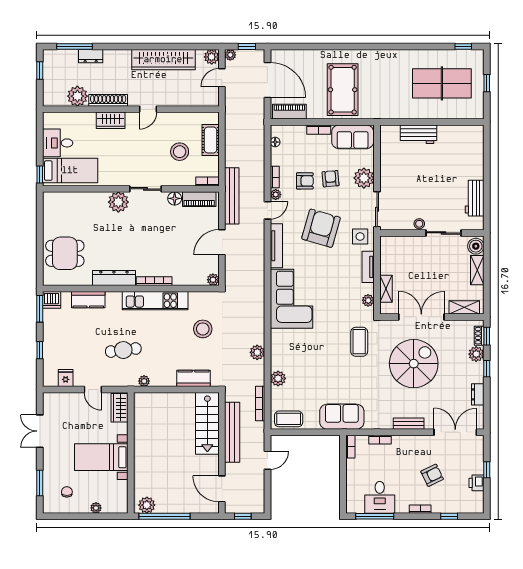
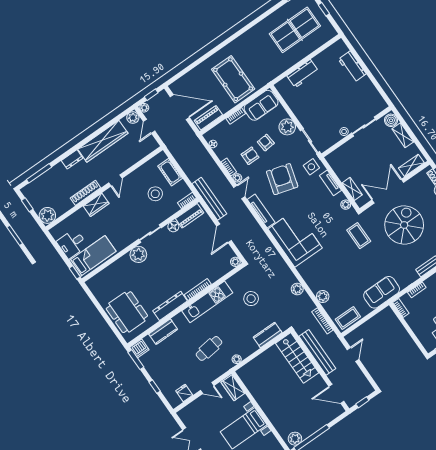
dresser: (91, 56) -> (72, 159), moved
plant: (77, 96) -> (47, 215), moved
workbench: (475, 198) -> (352, 67), moved
dining table: (65, 253) -> (127, 312), width x1.38

